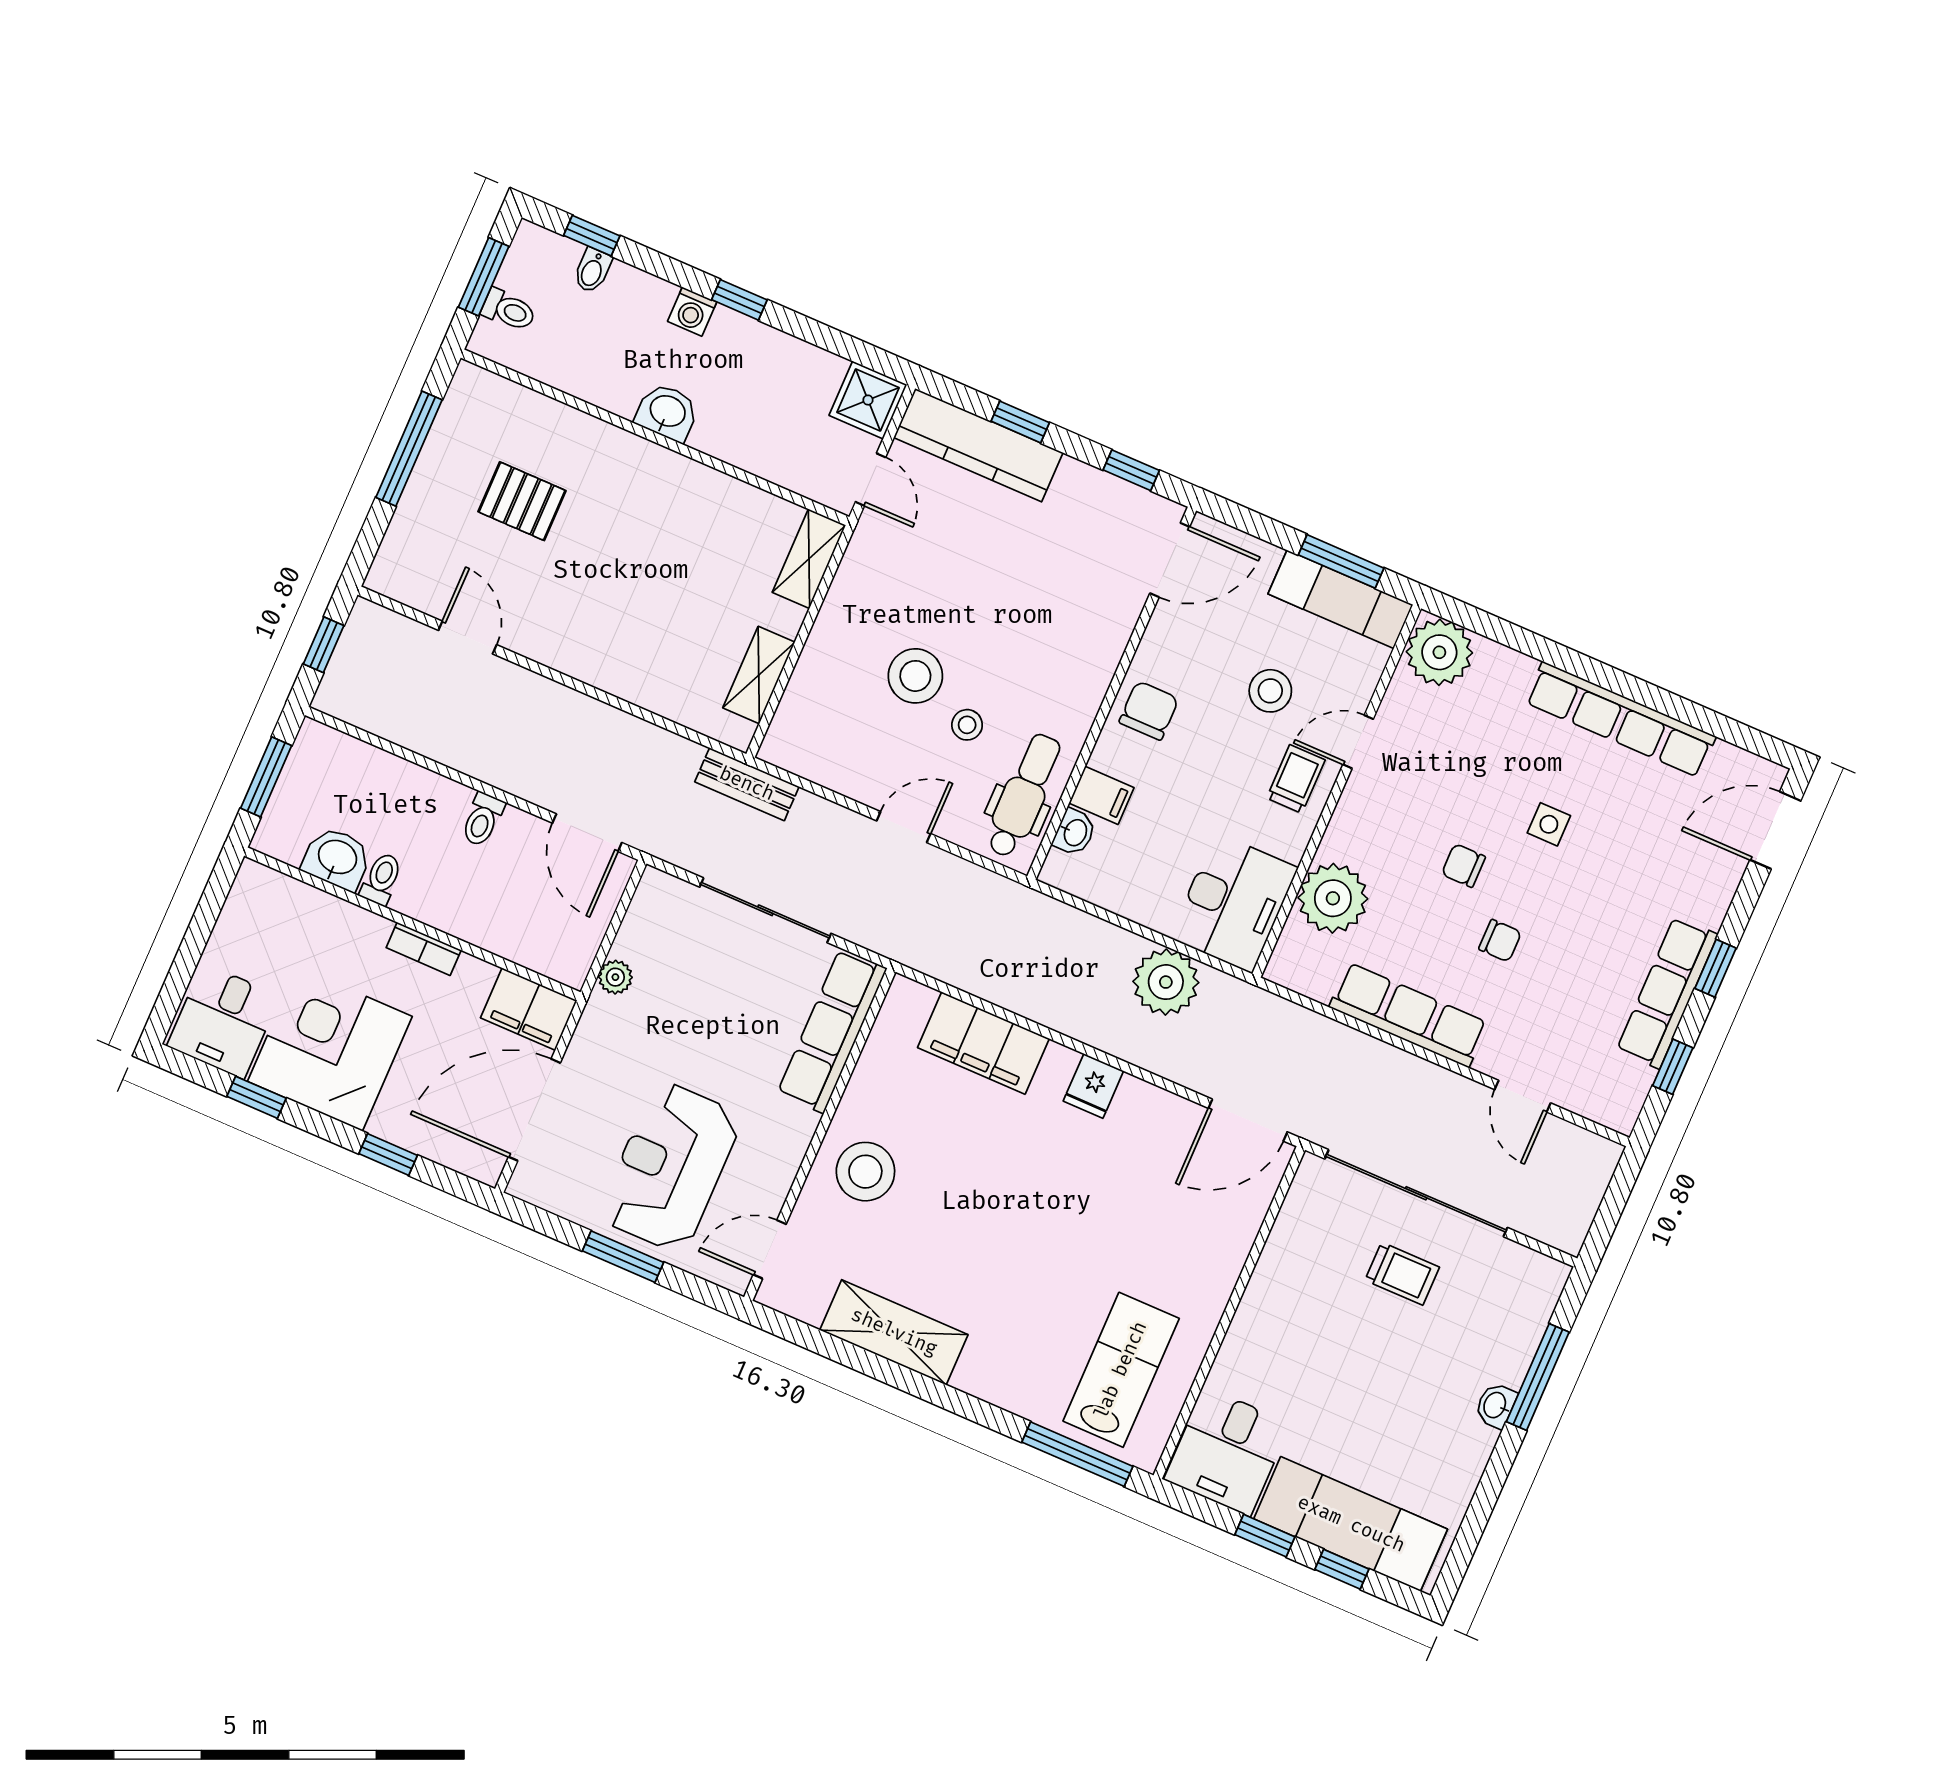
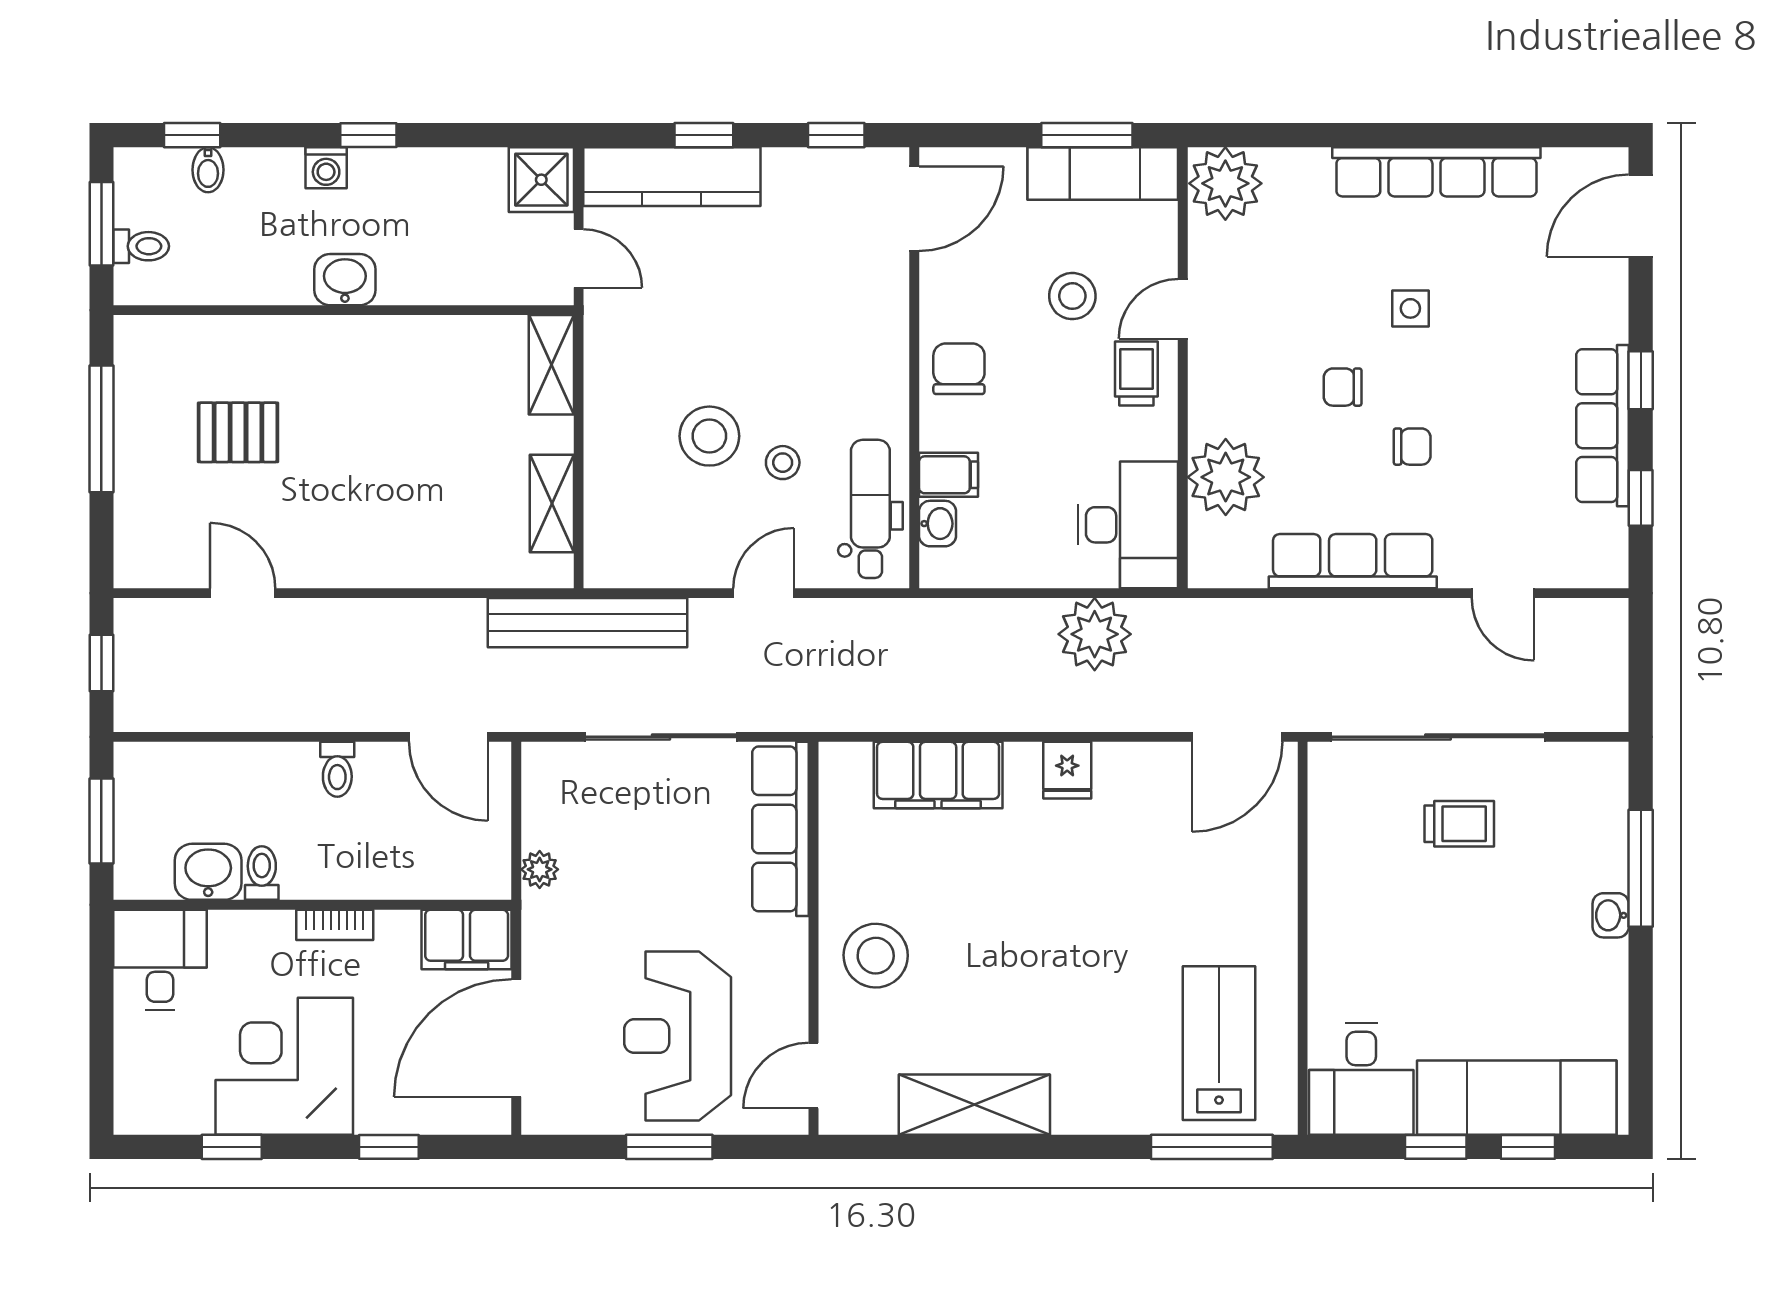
bench: (747, 784) -> (588, 623), width x1.86, depth x1.21
desk: (223, 1021) -> (160, 960), moved, turned 180

